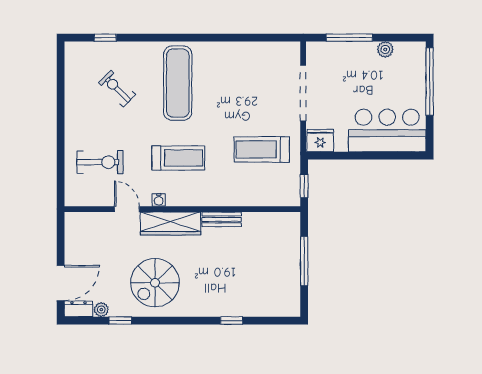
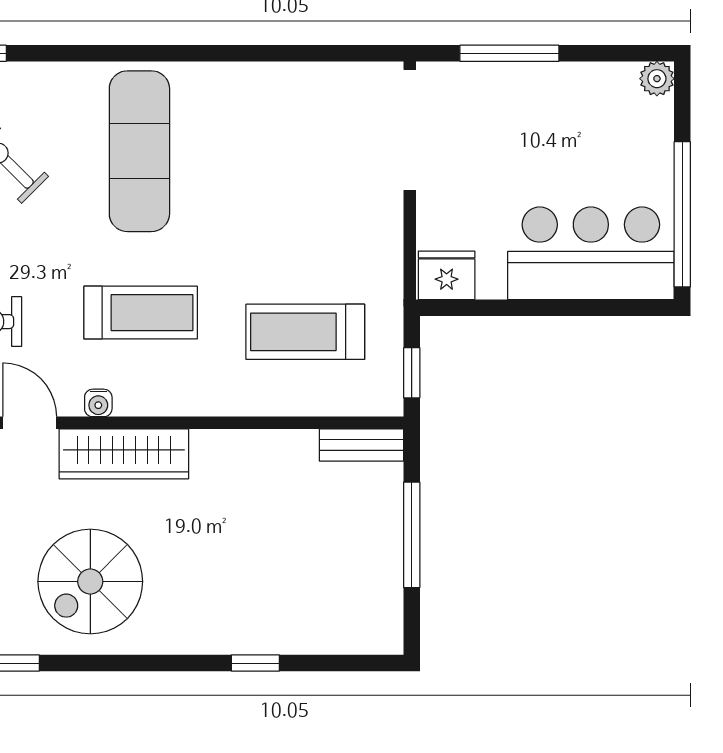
plant: (385, 49) -> (657, 79), moved
window: (430, 81) -> (682, 214), moved
doorway: (303, 93) -> (410, 130), moved
treadmill: (262, 149) -> (305, 332), moved
bench: (222, 219) -> (362, 445), moved

